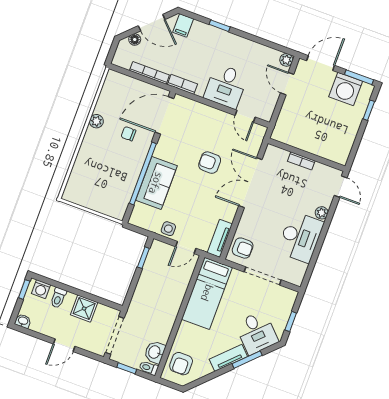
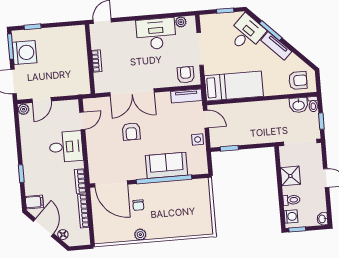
plant: (322, 213) -> (181, 22), moved

